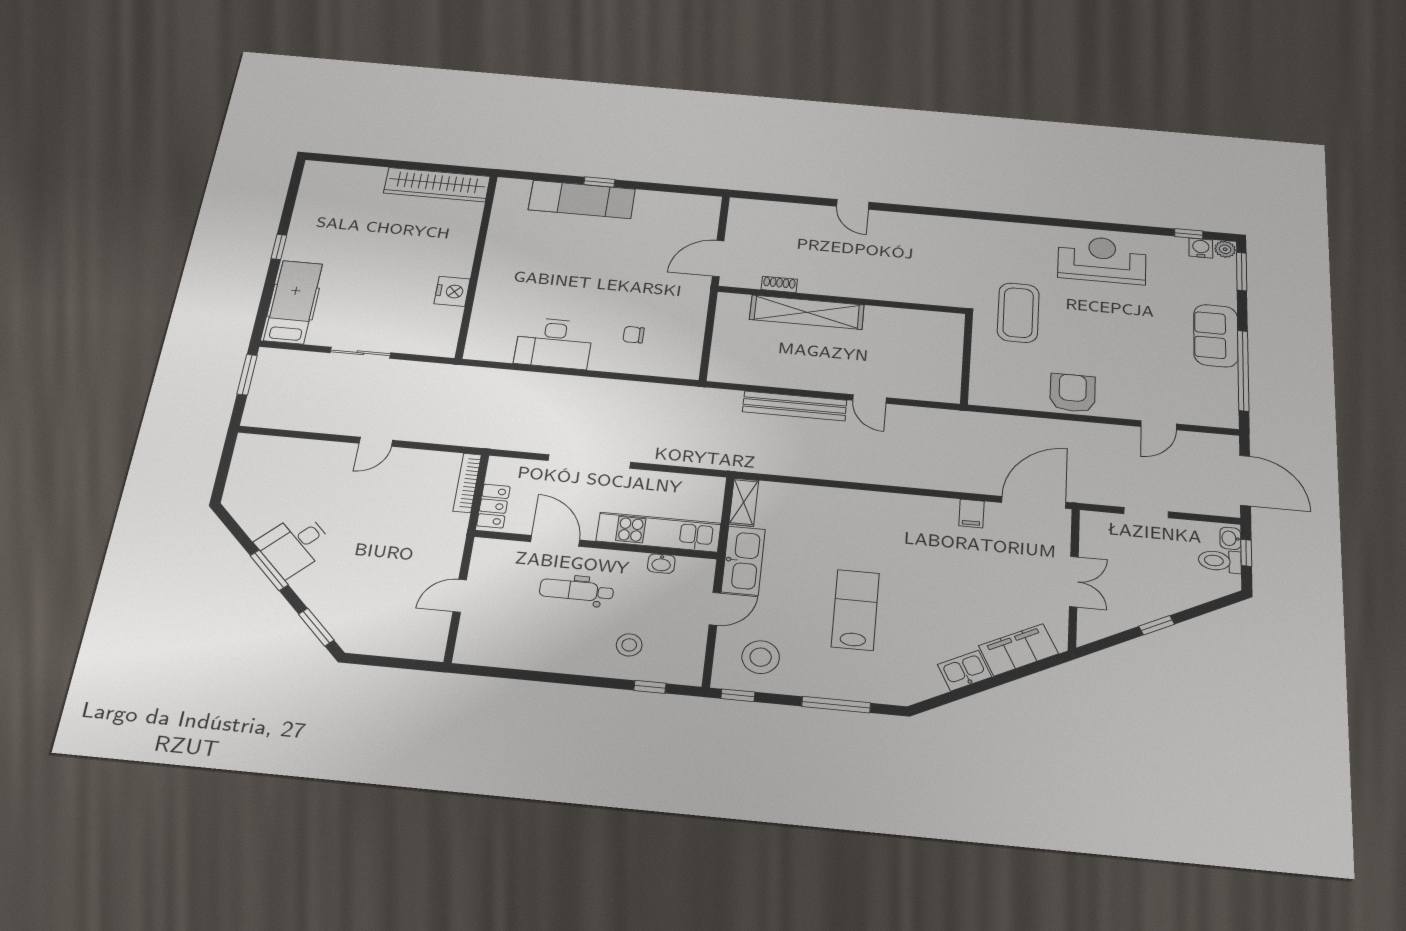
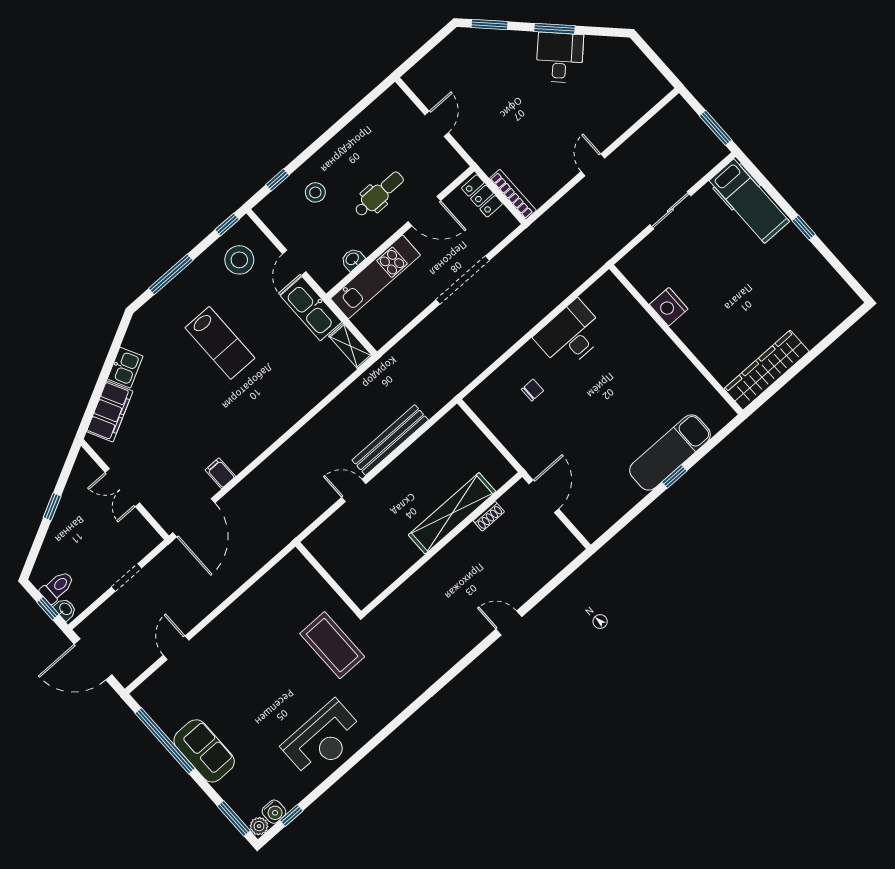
armchair: (1073, 393) -> (245, 619), removed

